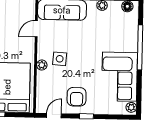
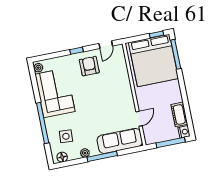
side table: (60, 59) -> (66, 136), moved
plant: (42, 65) -> (127, 87), removed

